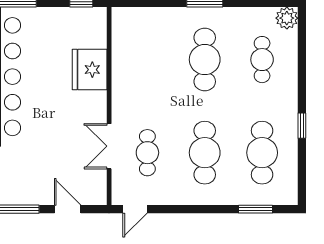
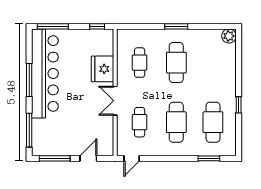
cafe table: (262, 60) -> (140, 63), moved
double door: (109, 146) -> (115, 101), moved
door: (68, 209) -> (88, 158), hinge flipped

